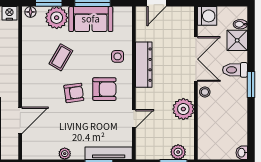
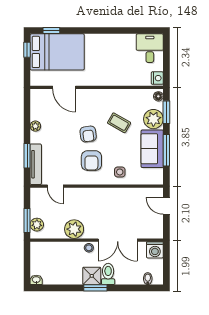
shower: (237, 40) -> (92, 276), moved
dresser: (144, 65) -> (113, 195), removed
door: (134, 119) -> (55, 186), moved

